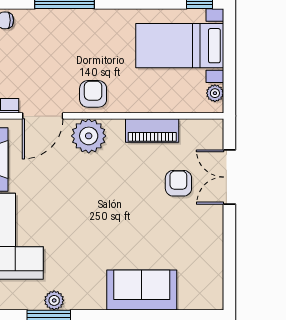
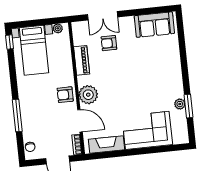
sofa: (142, 290) -> (154, 25), moved, turned -90

